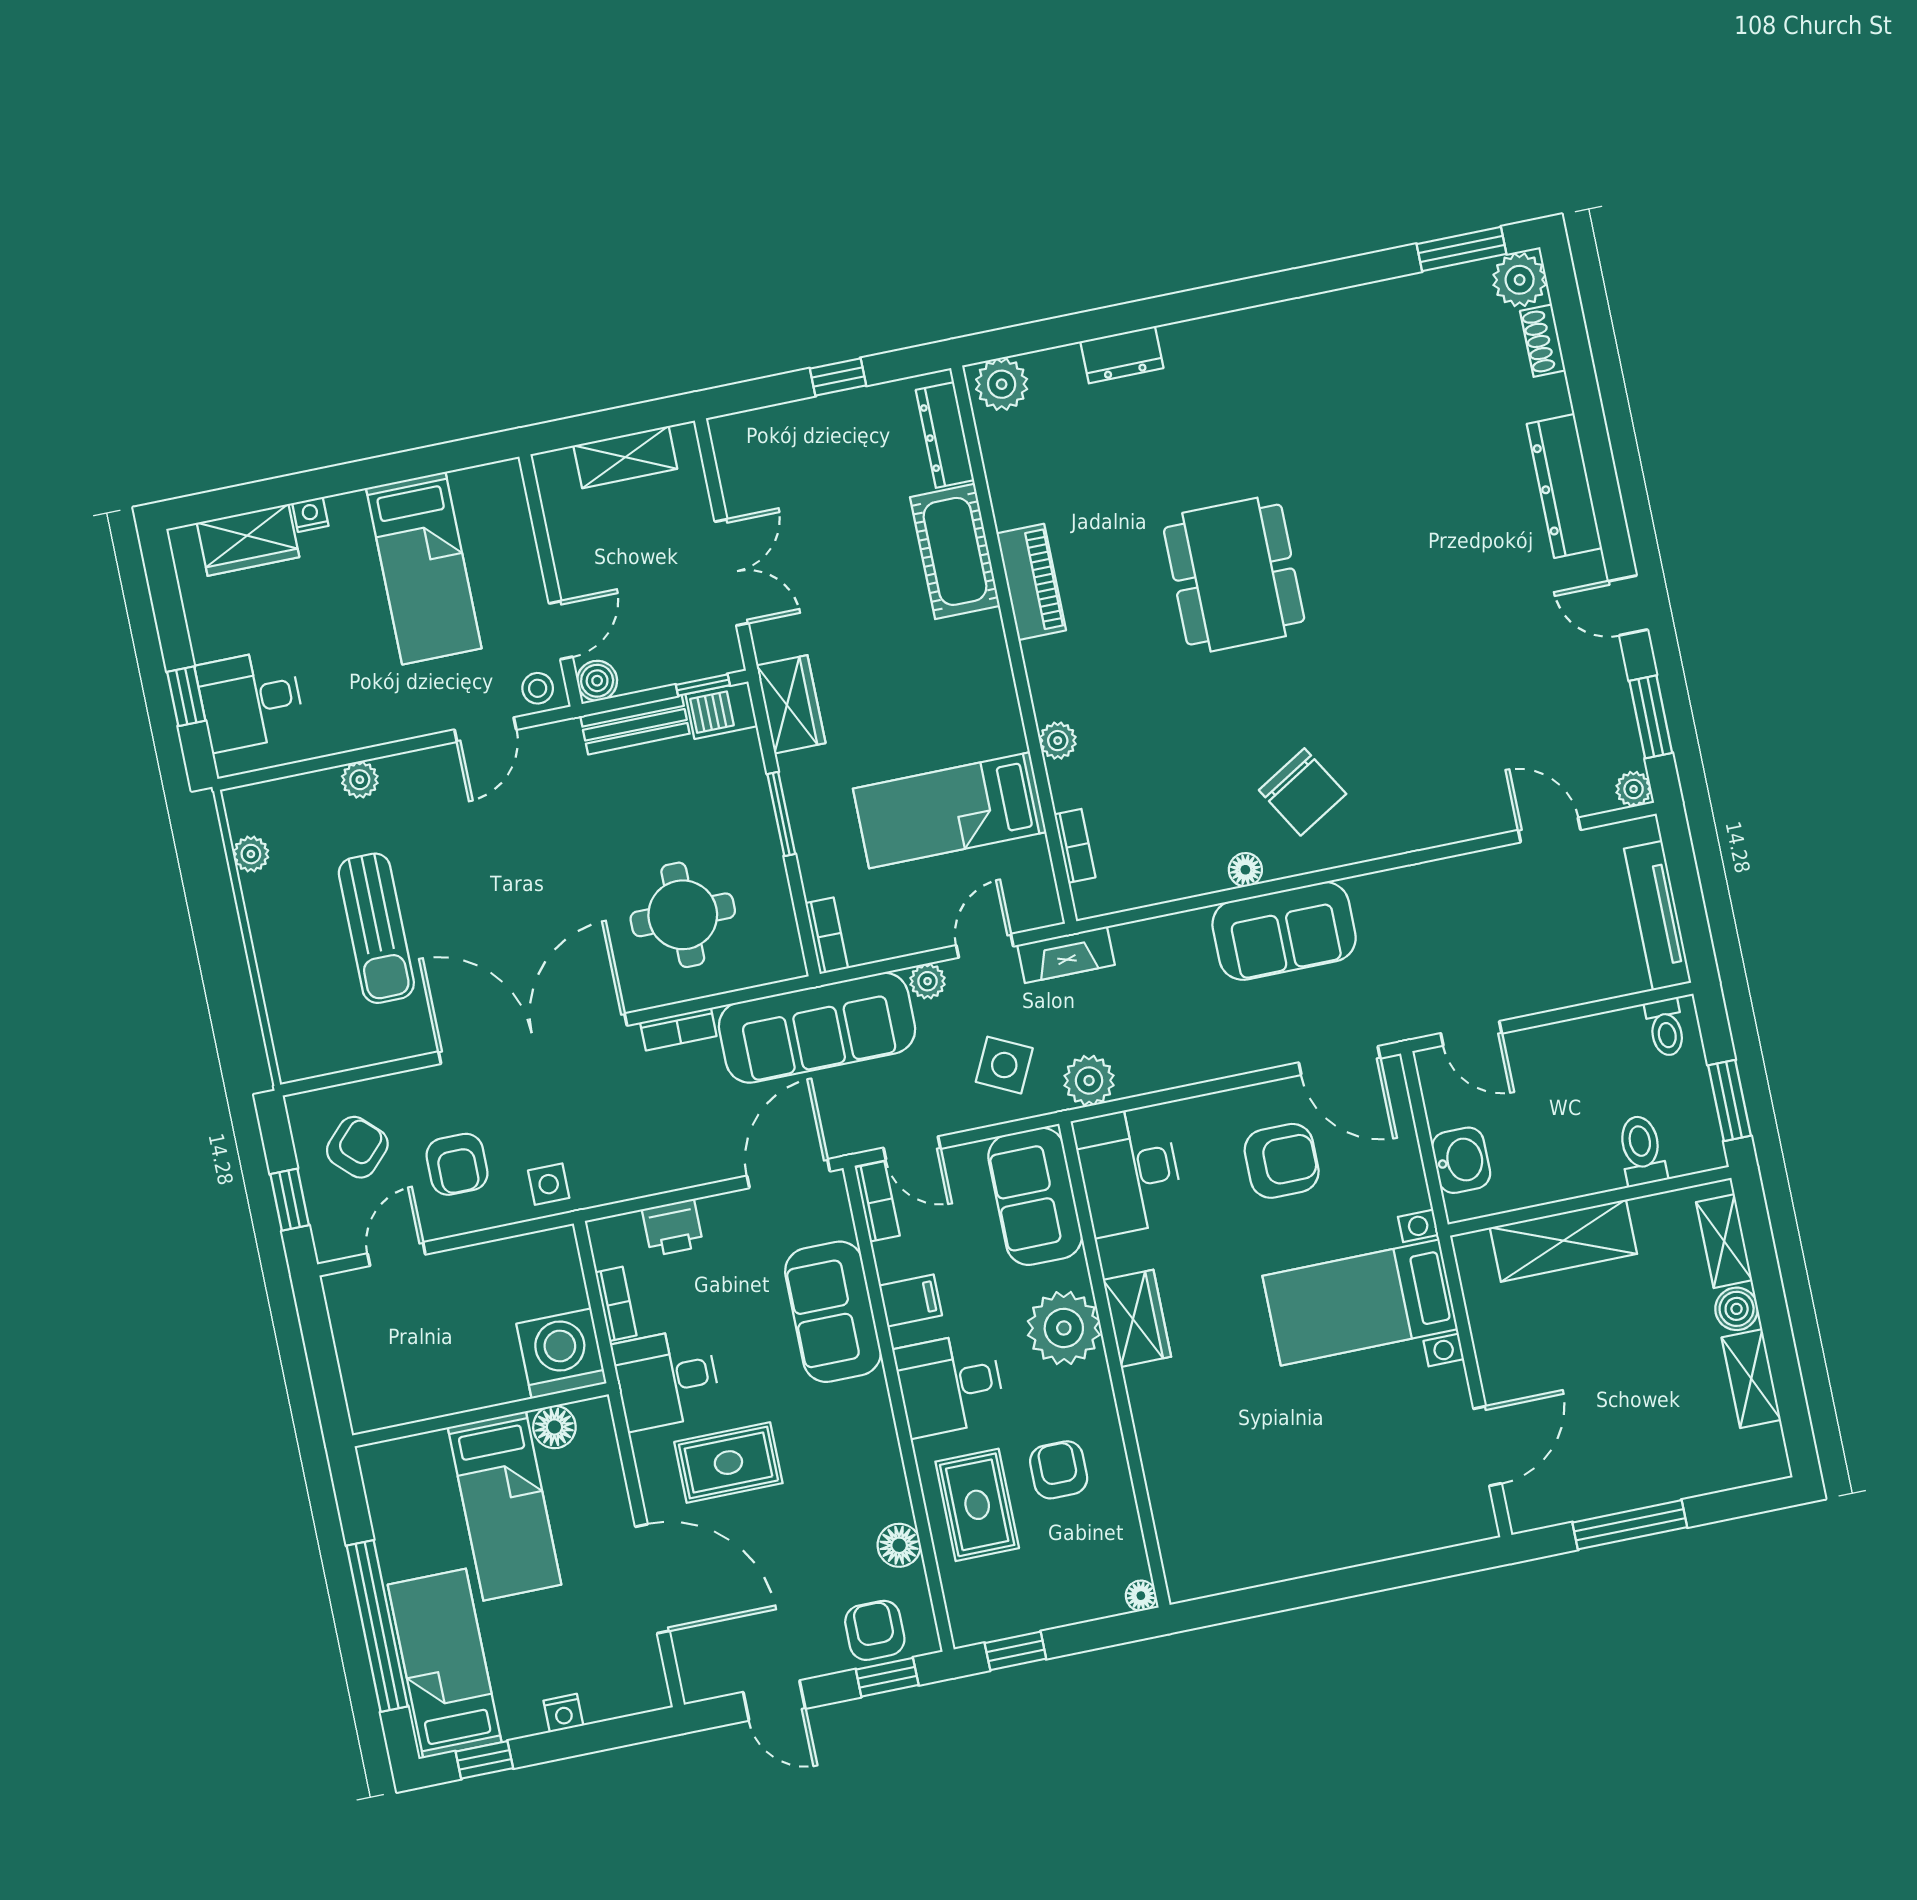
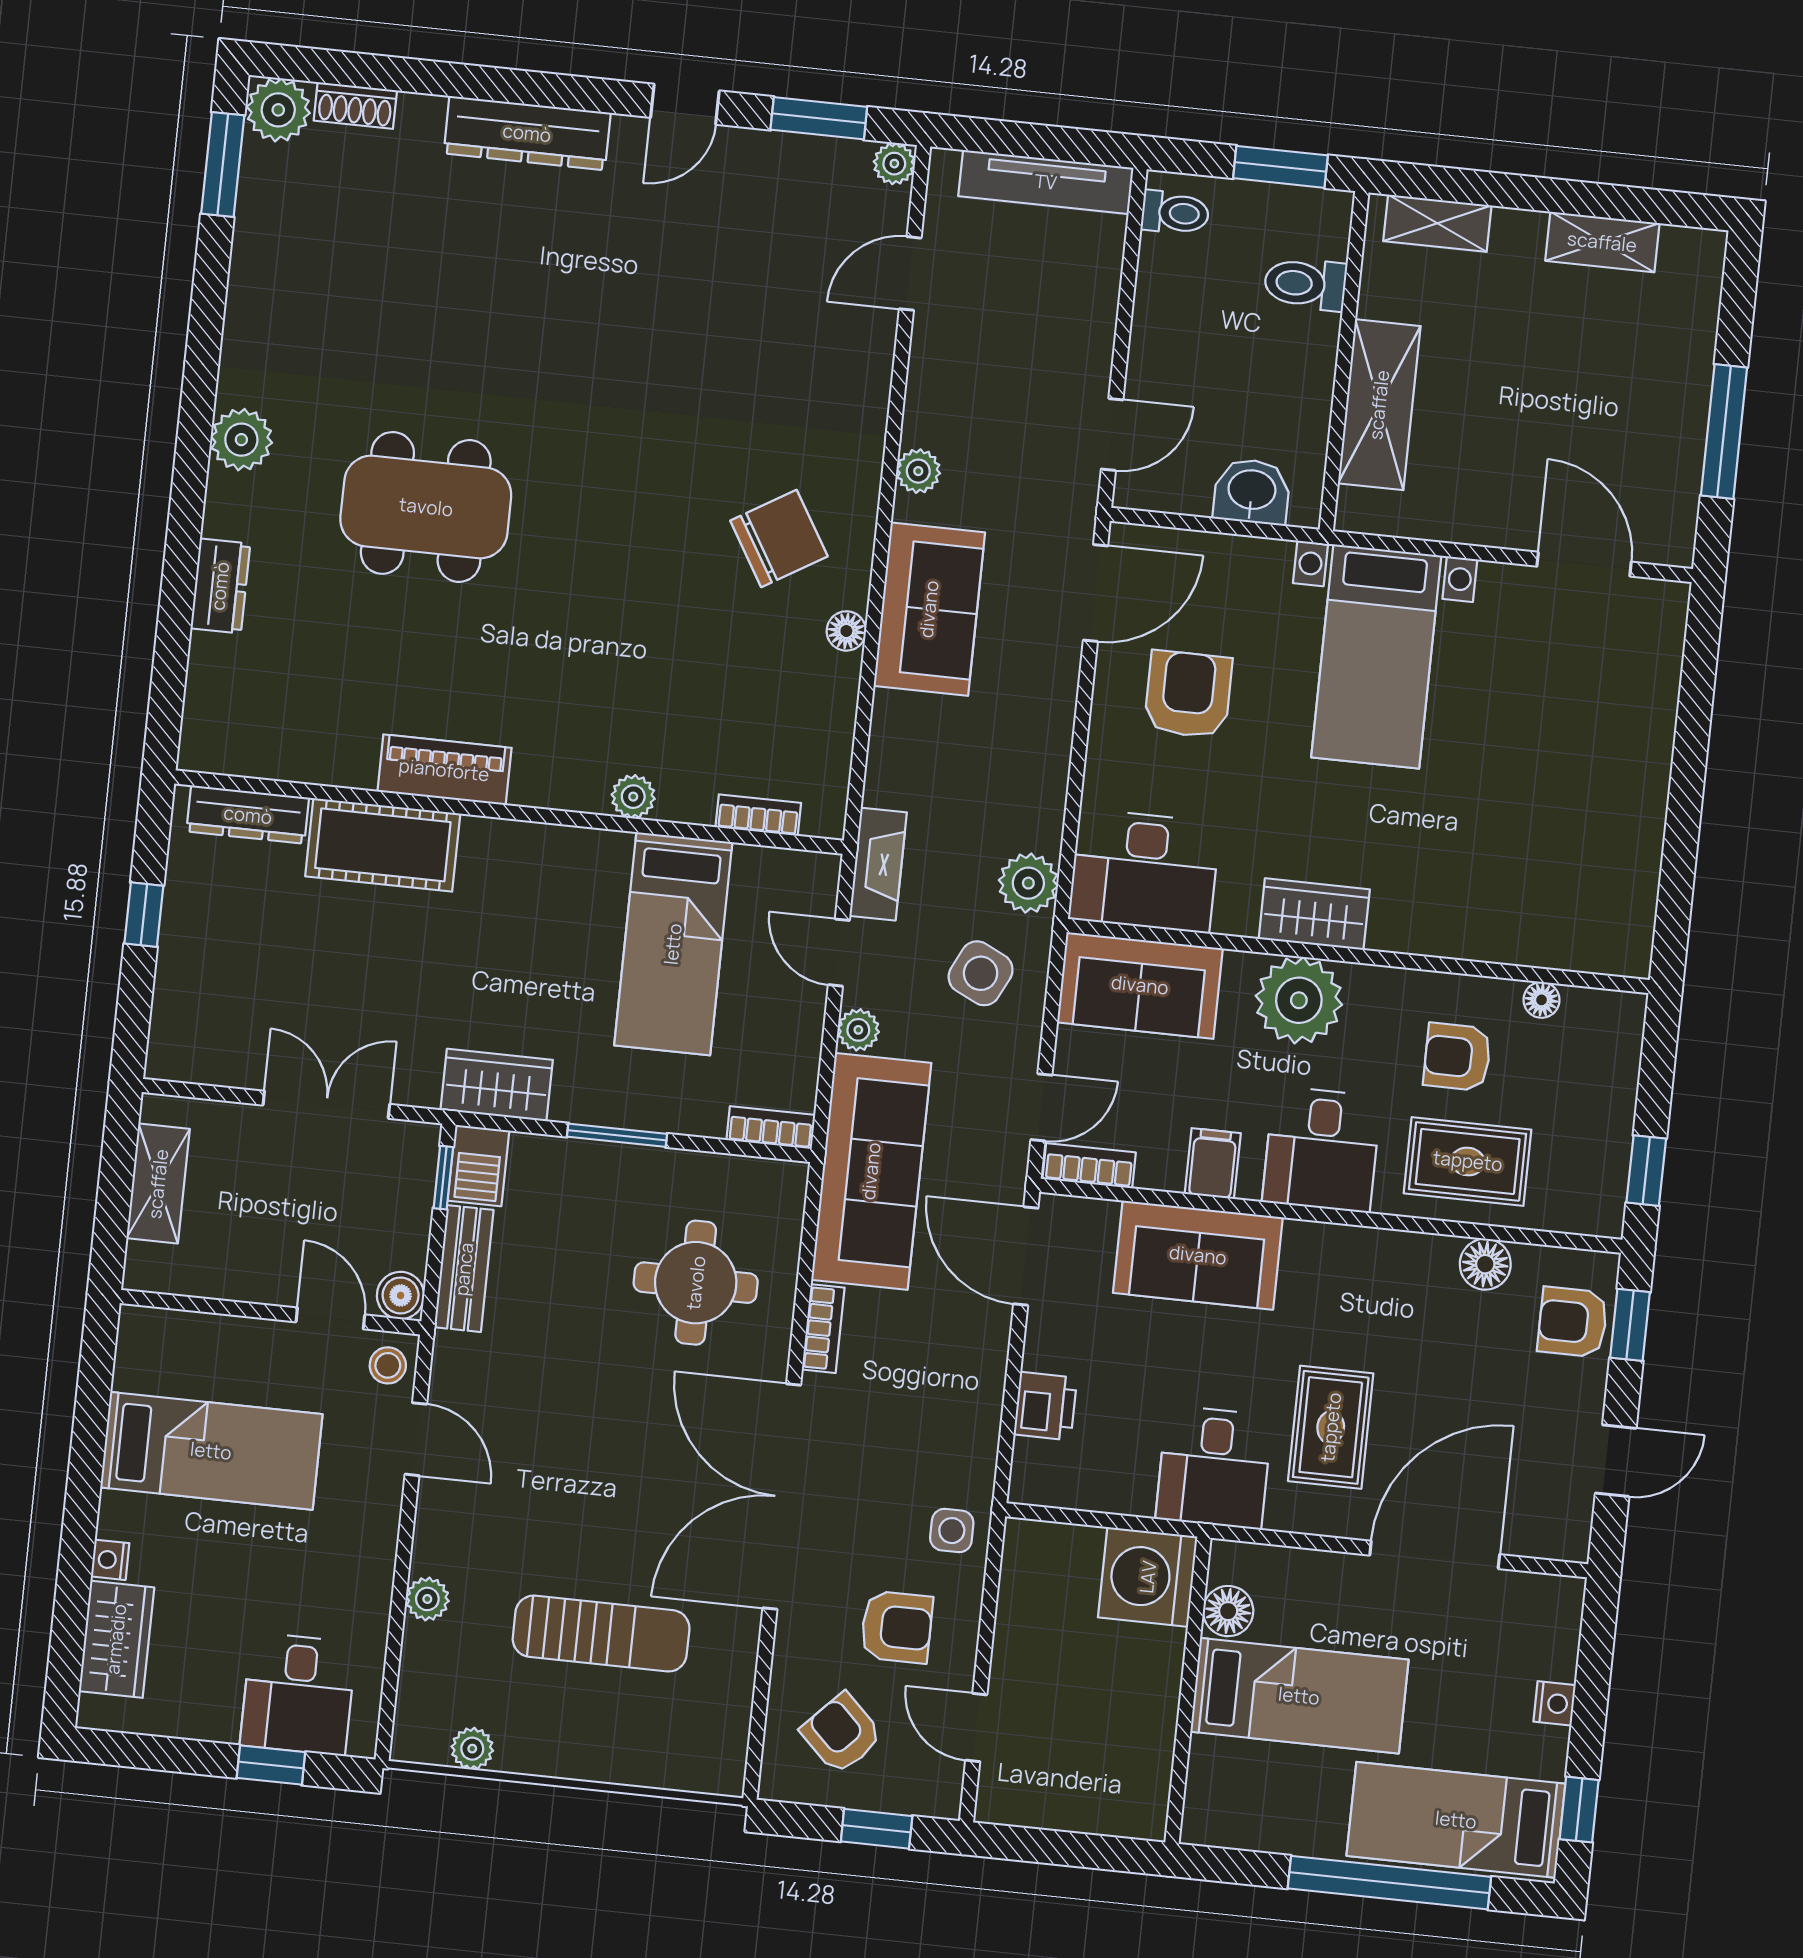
plant: (1002, 384) -> (241, 440), moved
dining table: (1234, 575) -> (426, 507), moved
plant: (1392, 887) -> (918, 471), added
bookcase: (616, 1304) -> (1111, 1498), removed
boiler: (1737, 1309) -> (1518, 234), removed
floor lamp: (1141, 1596) -> (1542, 1000), moved

